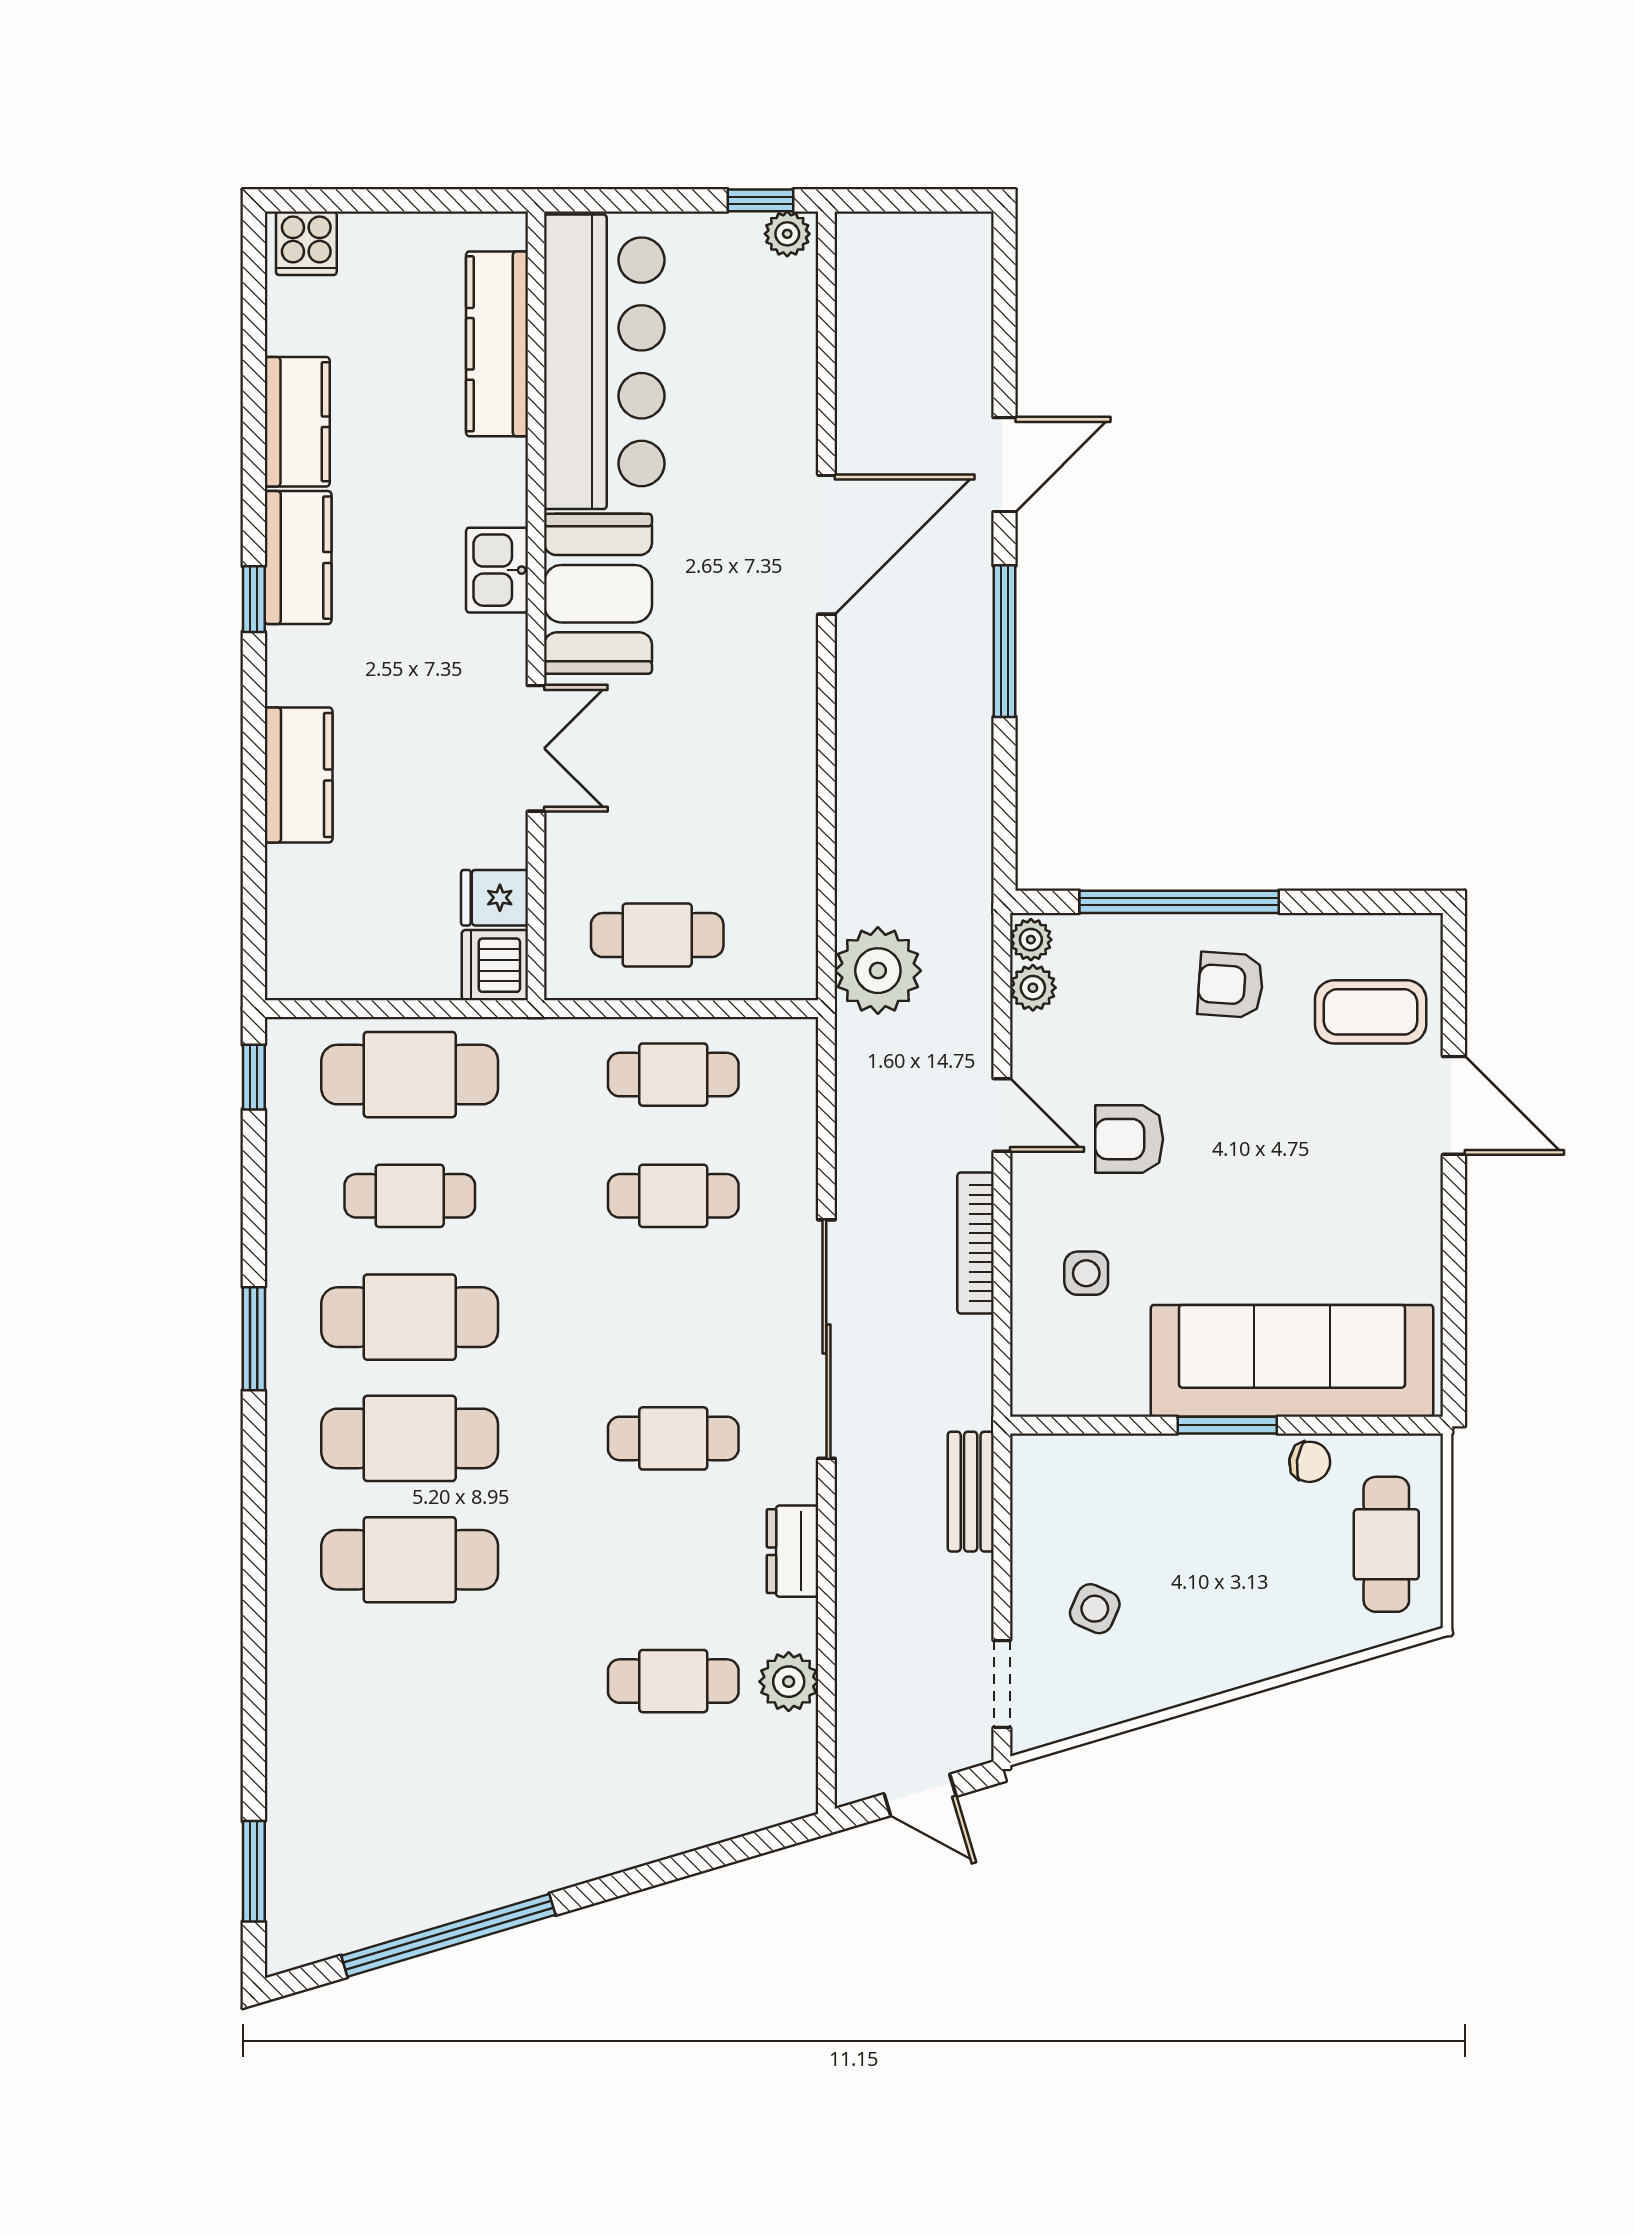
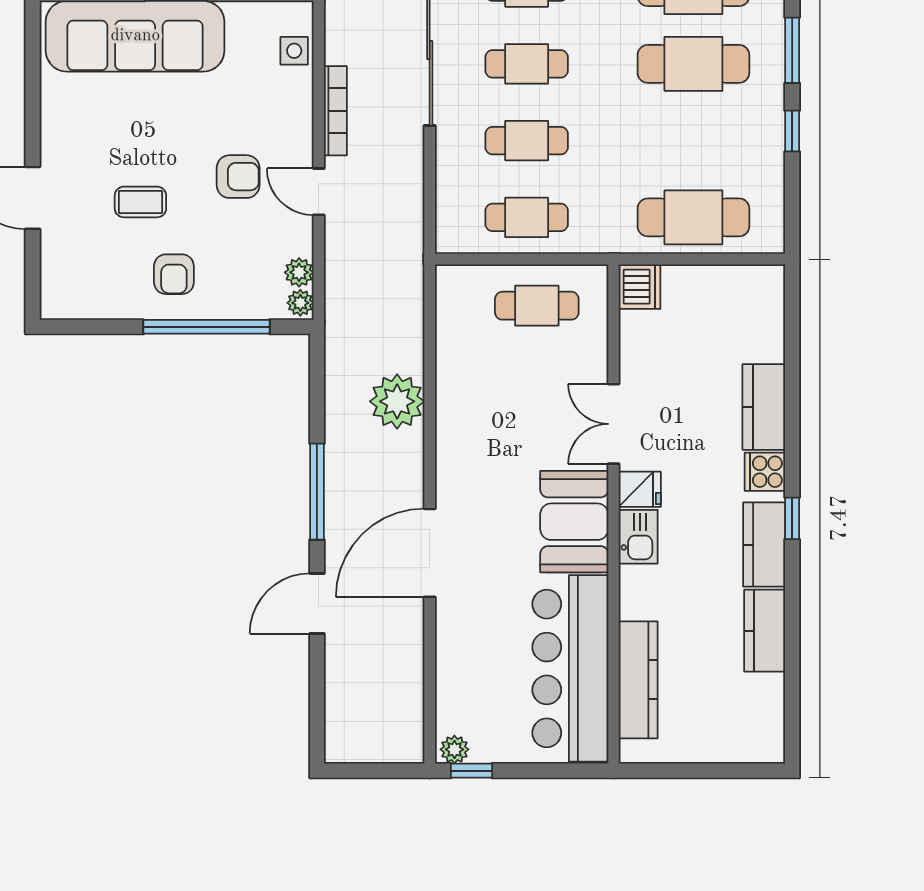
cooker: (306, 243) -> (765, 472), moved, turned -90
fridge: (494, 898) -> (640, 489), moved
plant: (878, 971) -> (397, 401), moved
armchair: (1231, 985) -> (174, 274), turned 86
coffee table: (1371, 1012) -> (140, 202), moved, width x0.73, depth x0.77
window: (254, 1077) -> (792, 131), moved
cafe table: (410, 1196) -> (527, 64), moved
side table: (1086, 1273) -> (294, 51), moved

